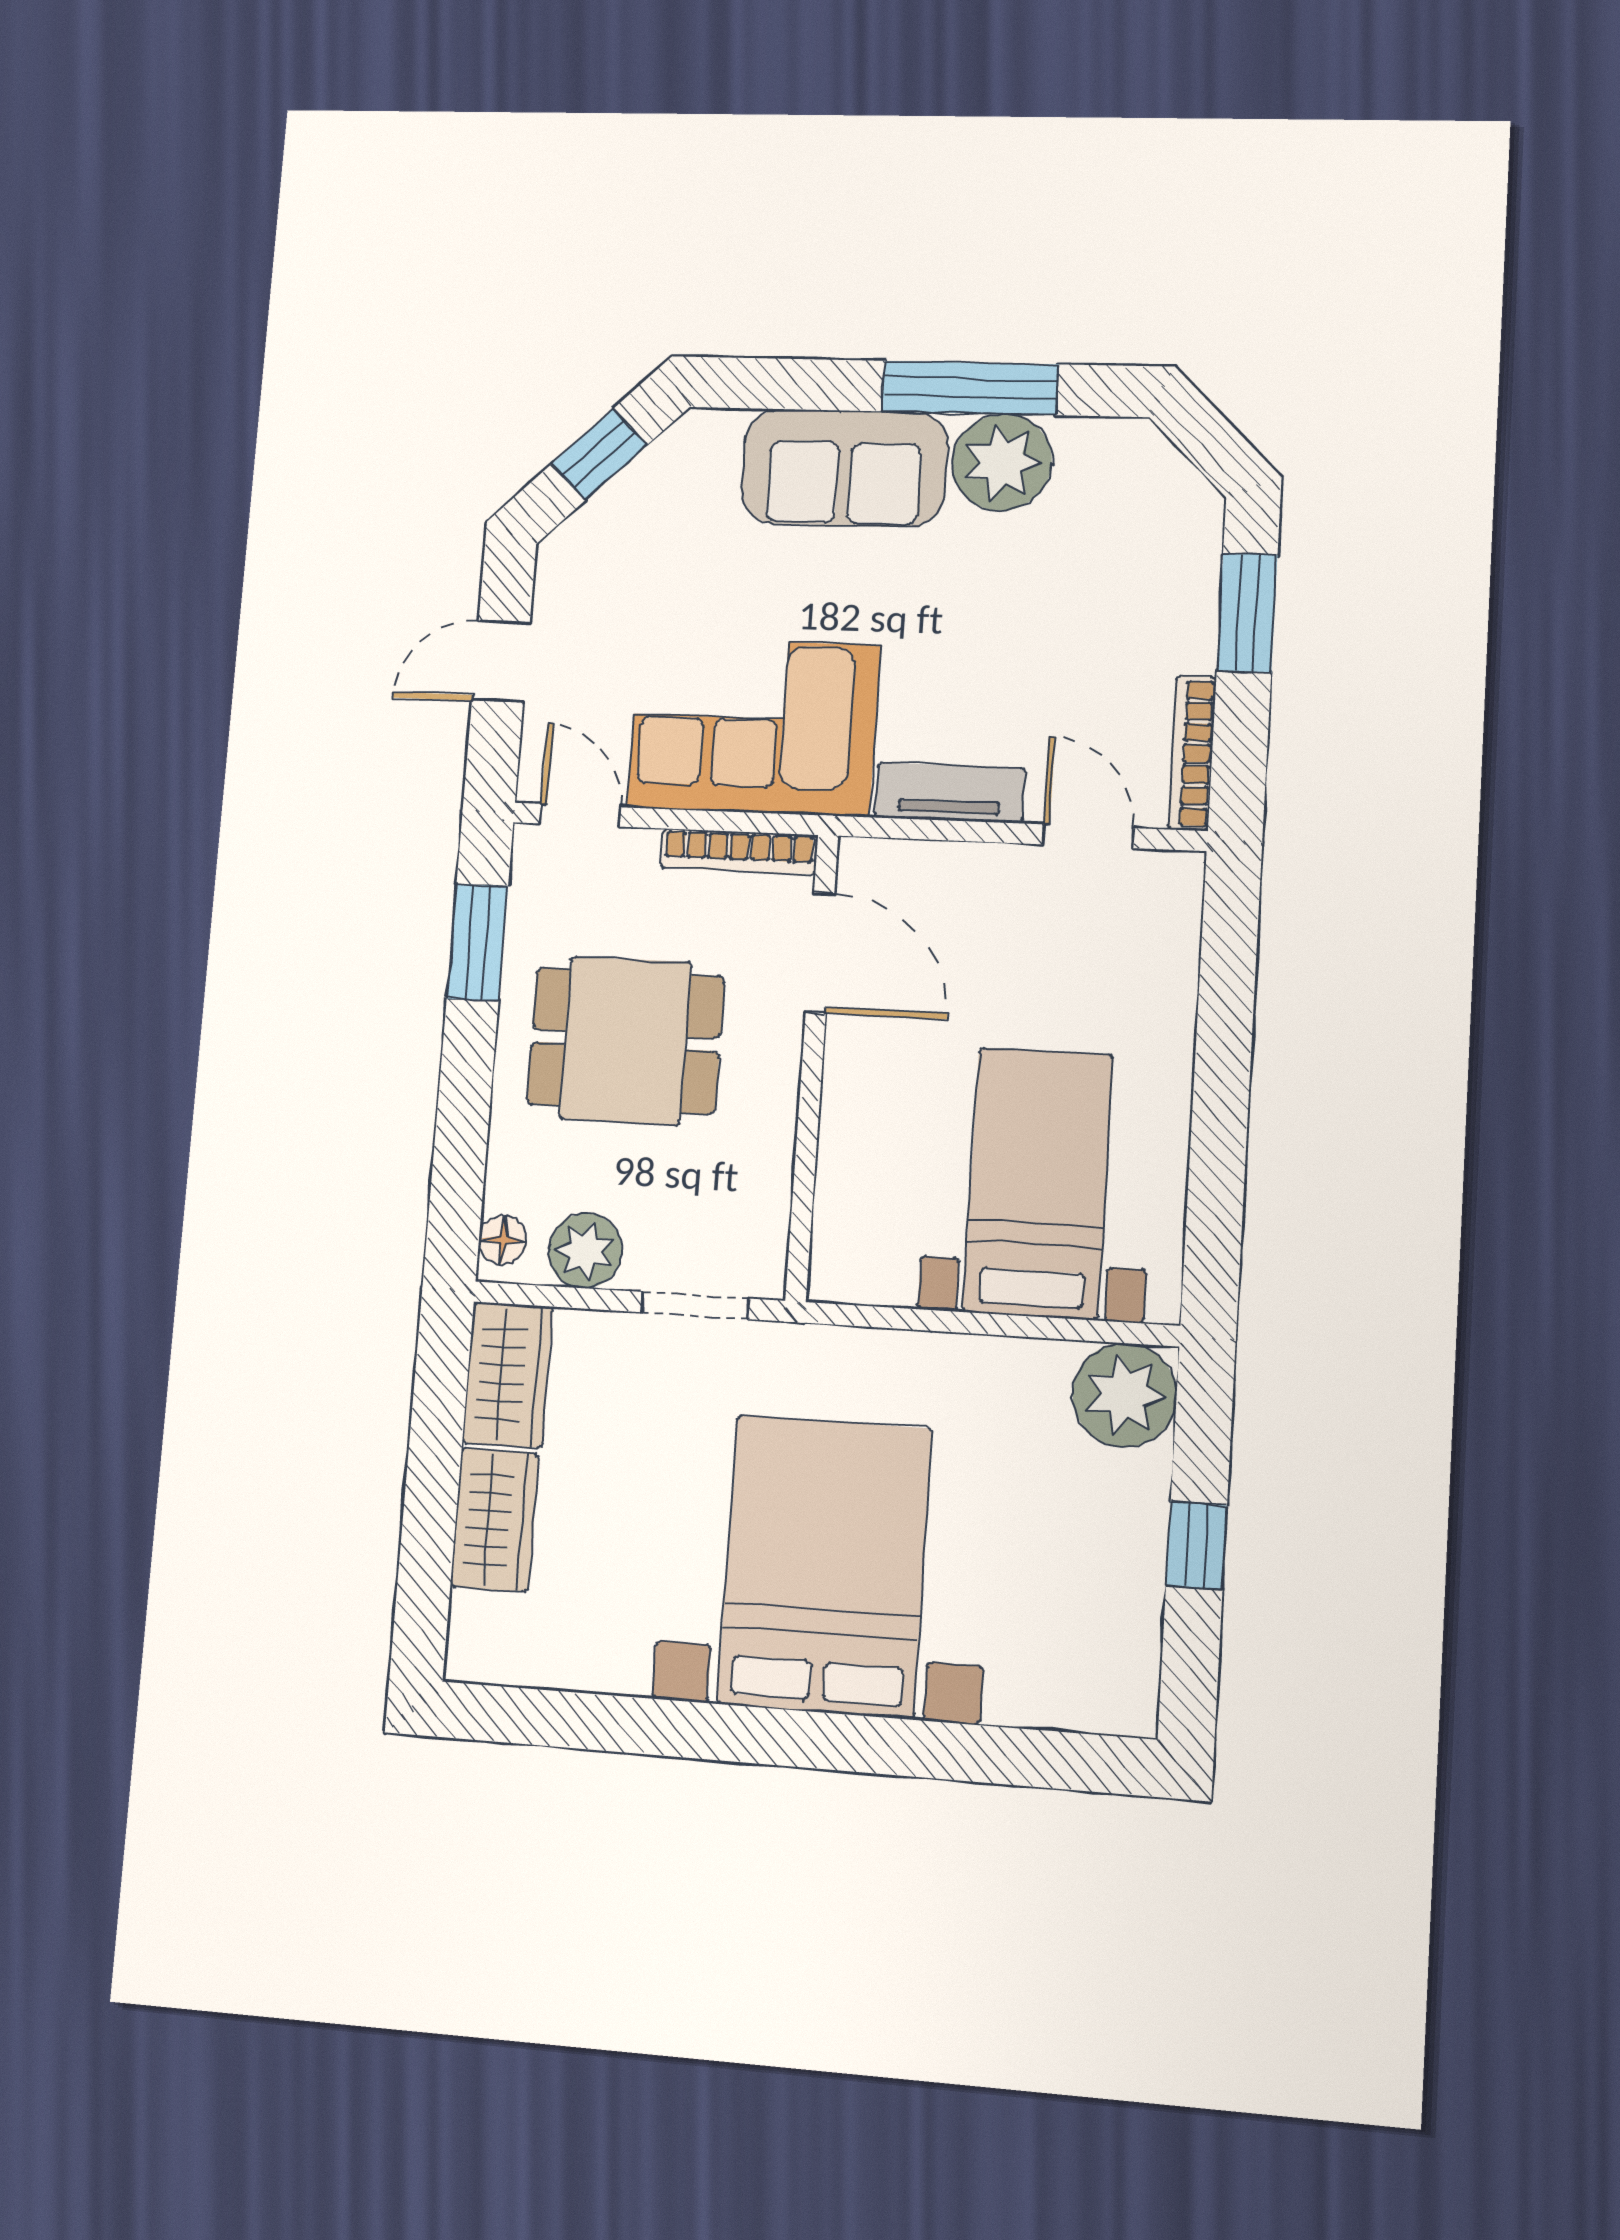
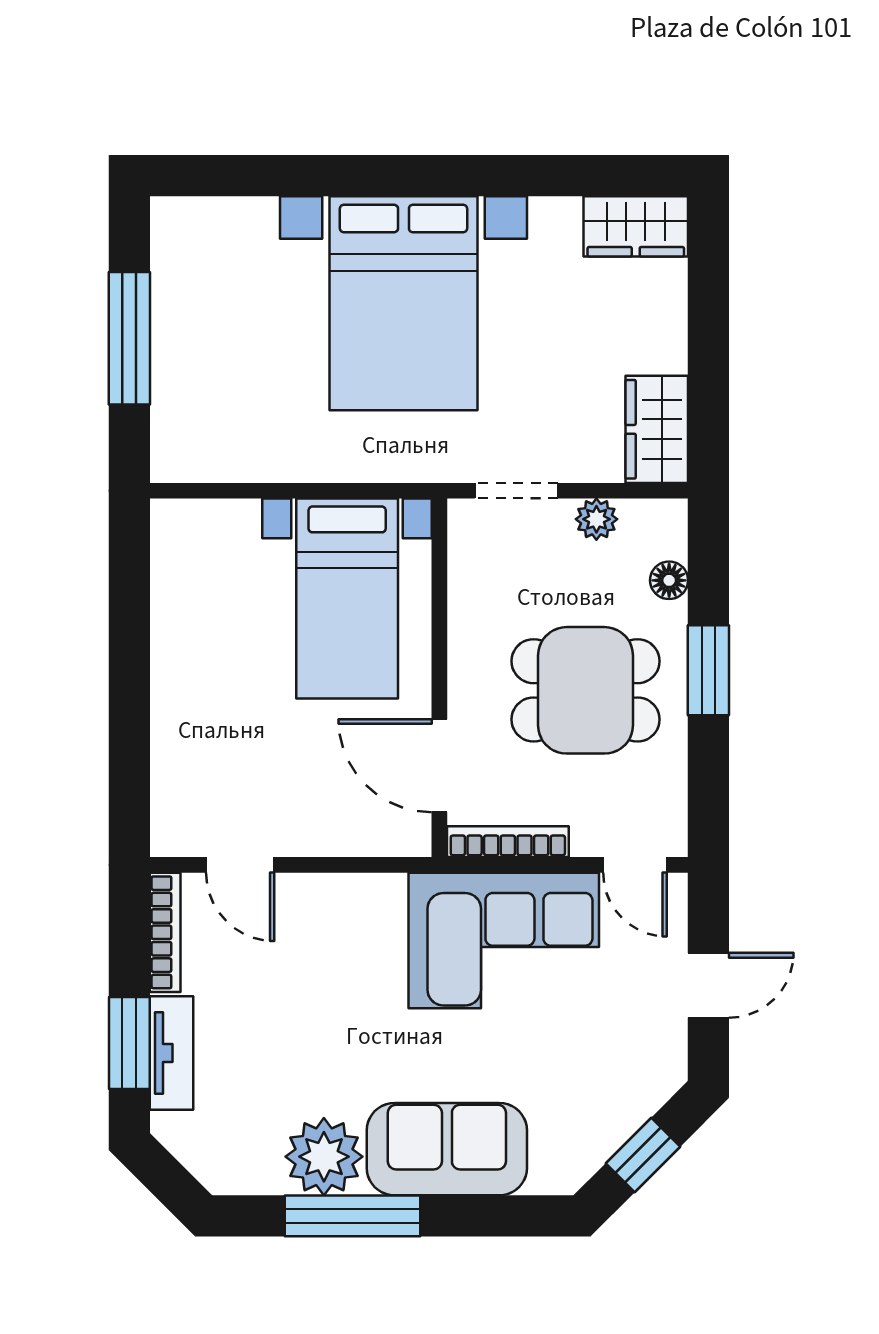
tv unit: (950, 793) -> (171, 1053), moved, turned -90
window: (477, 942) -> (708, 670), moved
bed with nightstands: (1038, 1183) -> (347, 599), moved
floor lamp: (503, 1240) -> (669, 580), moved
plant: (585, 1251) -> (596, 519), width x0.73, depth x0.73
plant: (1125, 1395) -> (188, 445), removed
wardrobe: (495, 1520) -> (636, 226), moved, turned -90
window: (1197, 1545) -> (129, 338), width x2.17

